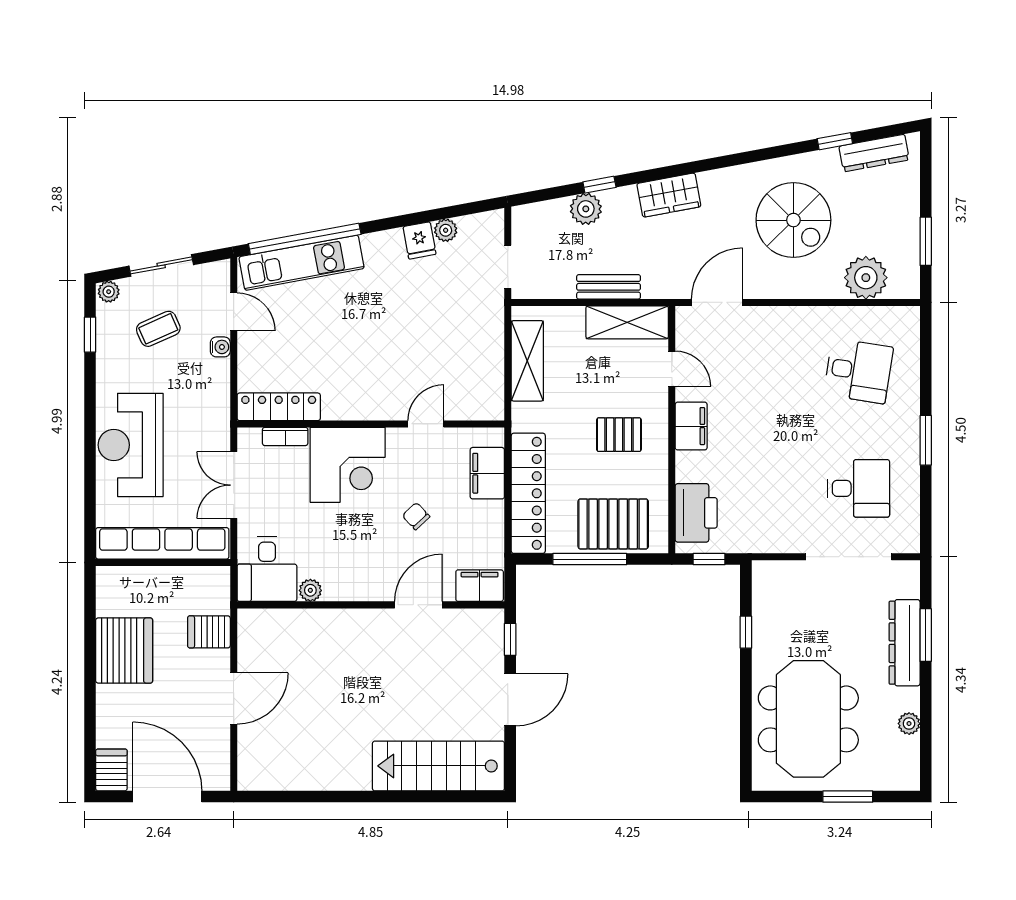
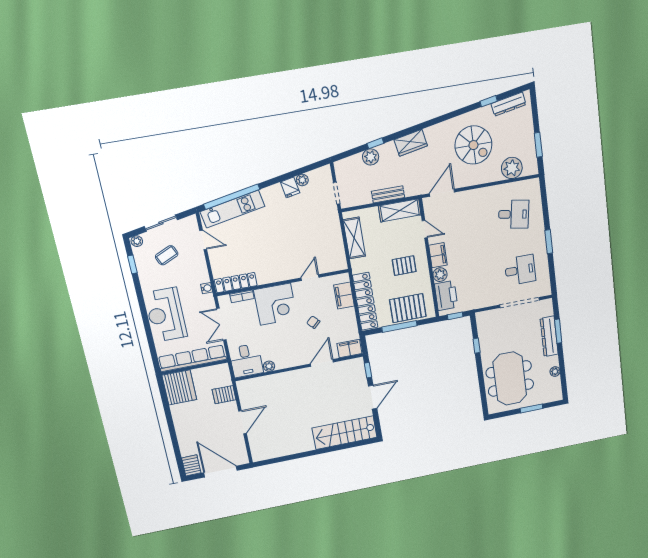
water cooler: (220, 347) -> (207, 288), moved
plant: (690, 467) -> (440, 275), added
server rack: (124, 650) -> (179, 387), moved

